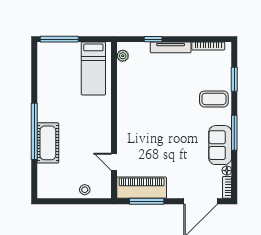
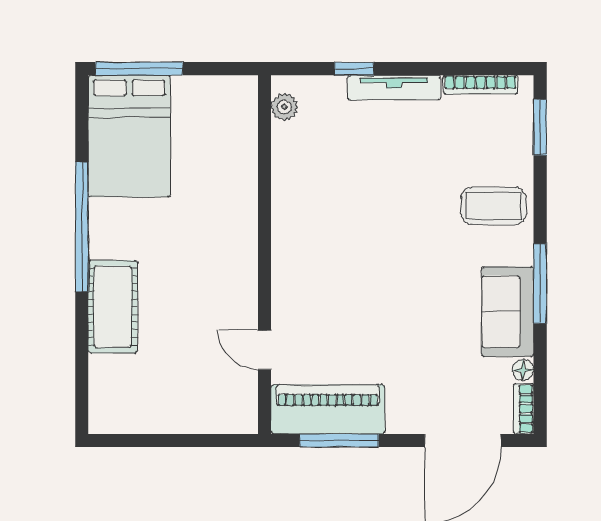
bed: (93, 68) -> (129, 136), moved, width x1.50
window: (234, 79) -> (540, 127), moved
window: (34, 131) -> (82, 227), moved
stool: (85, 190) -> (197, 414), removed

